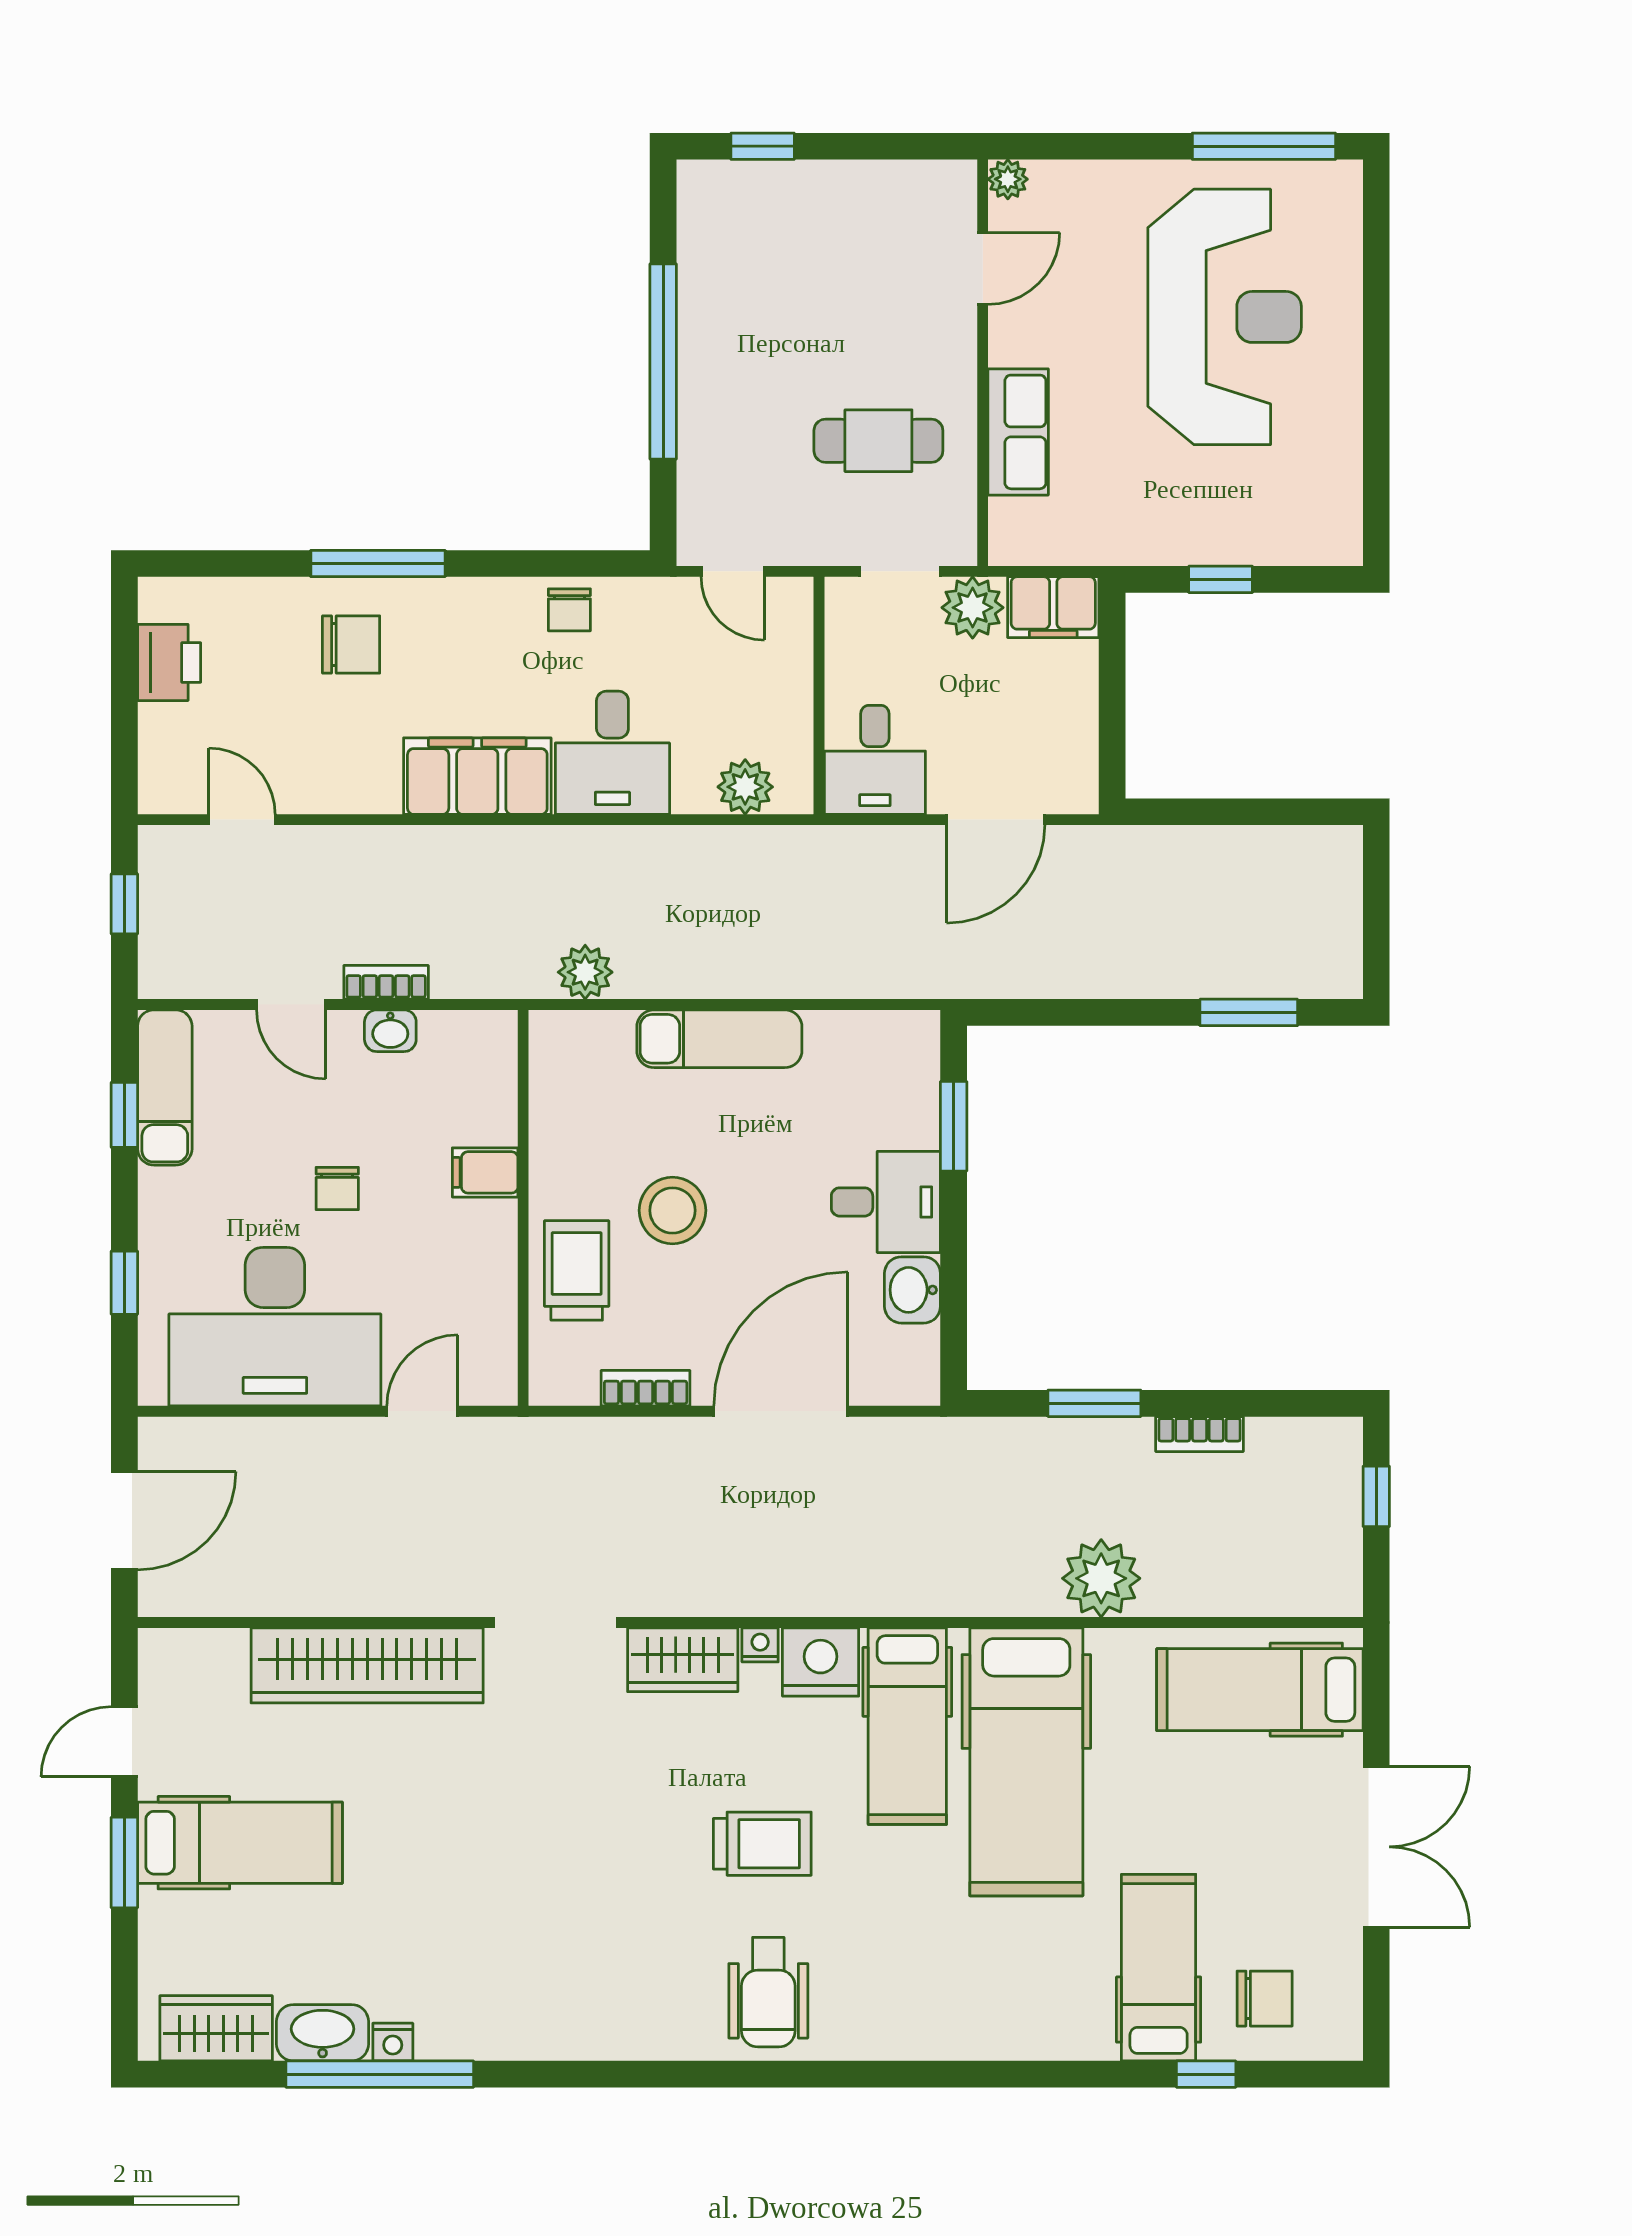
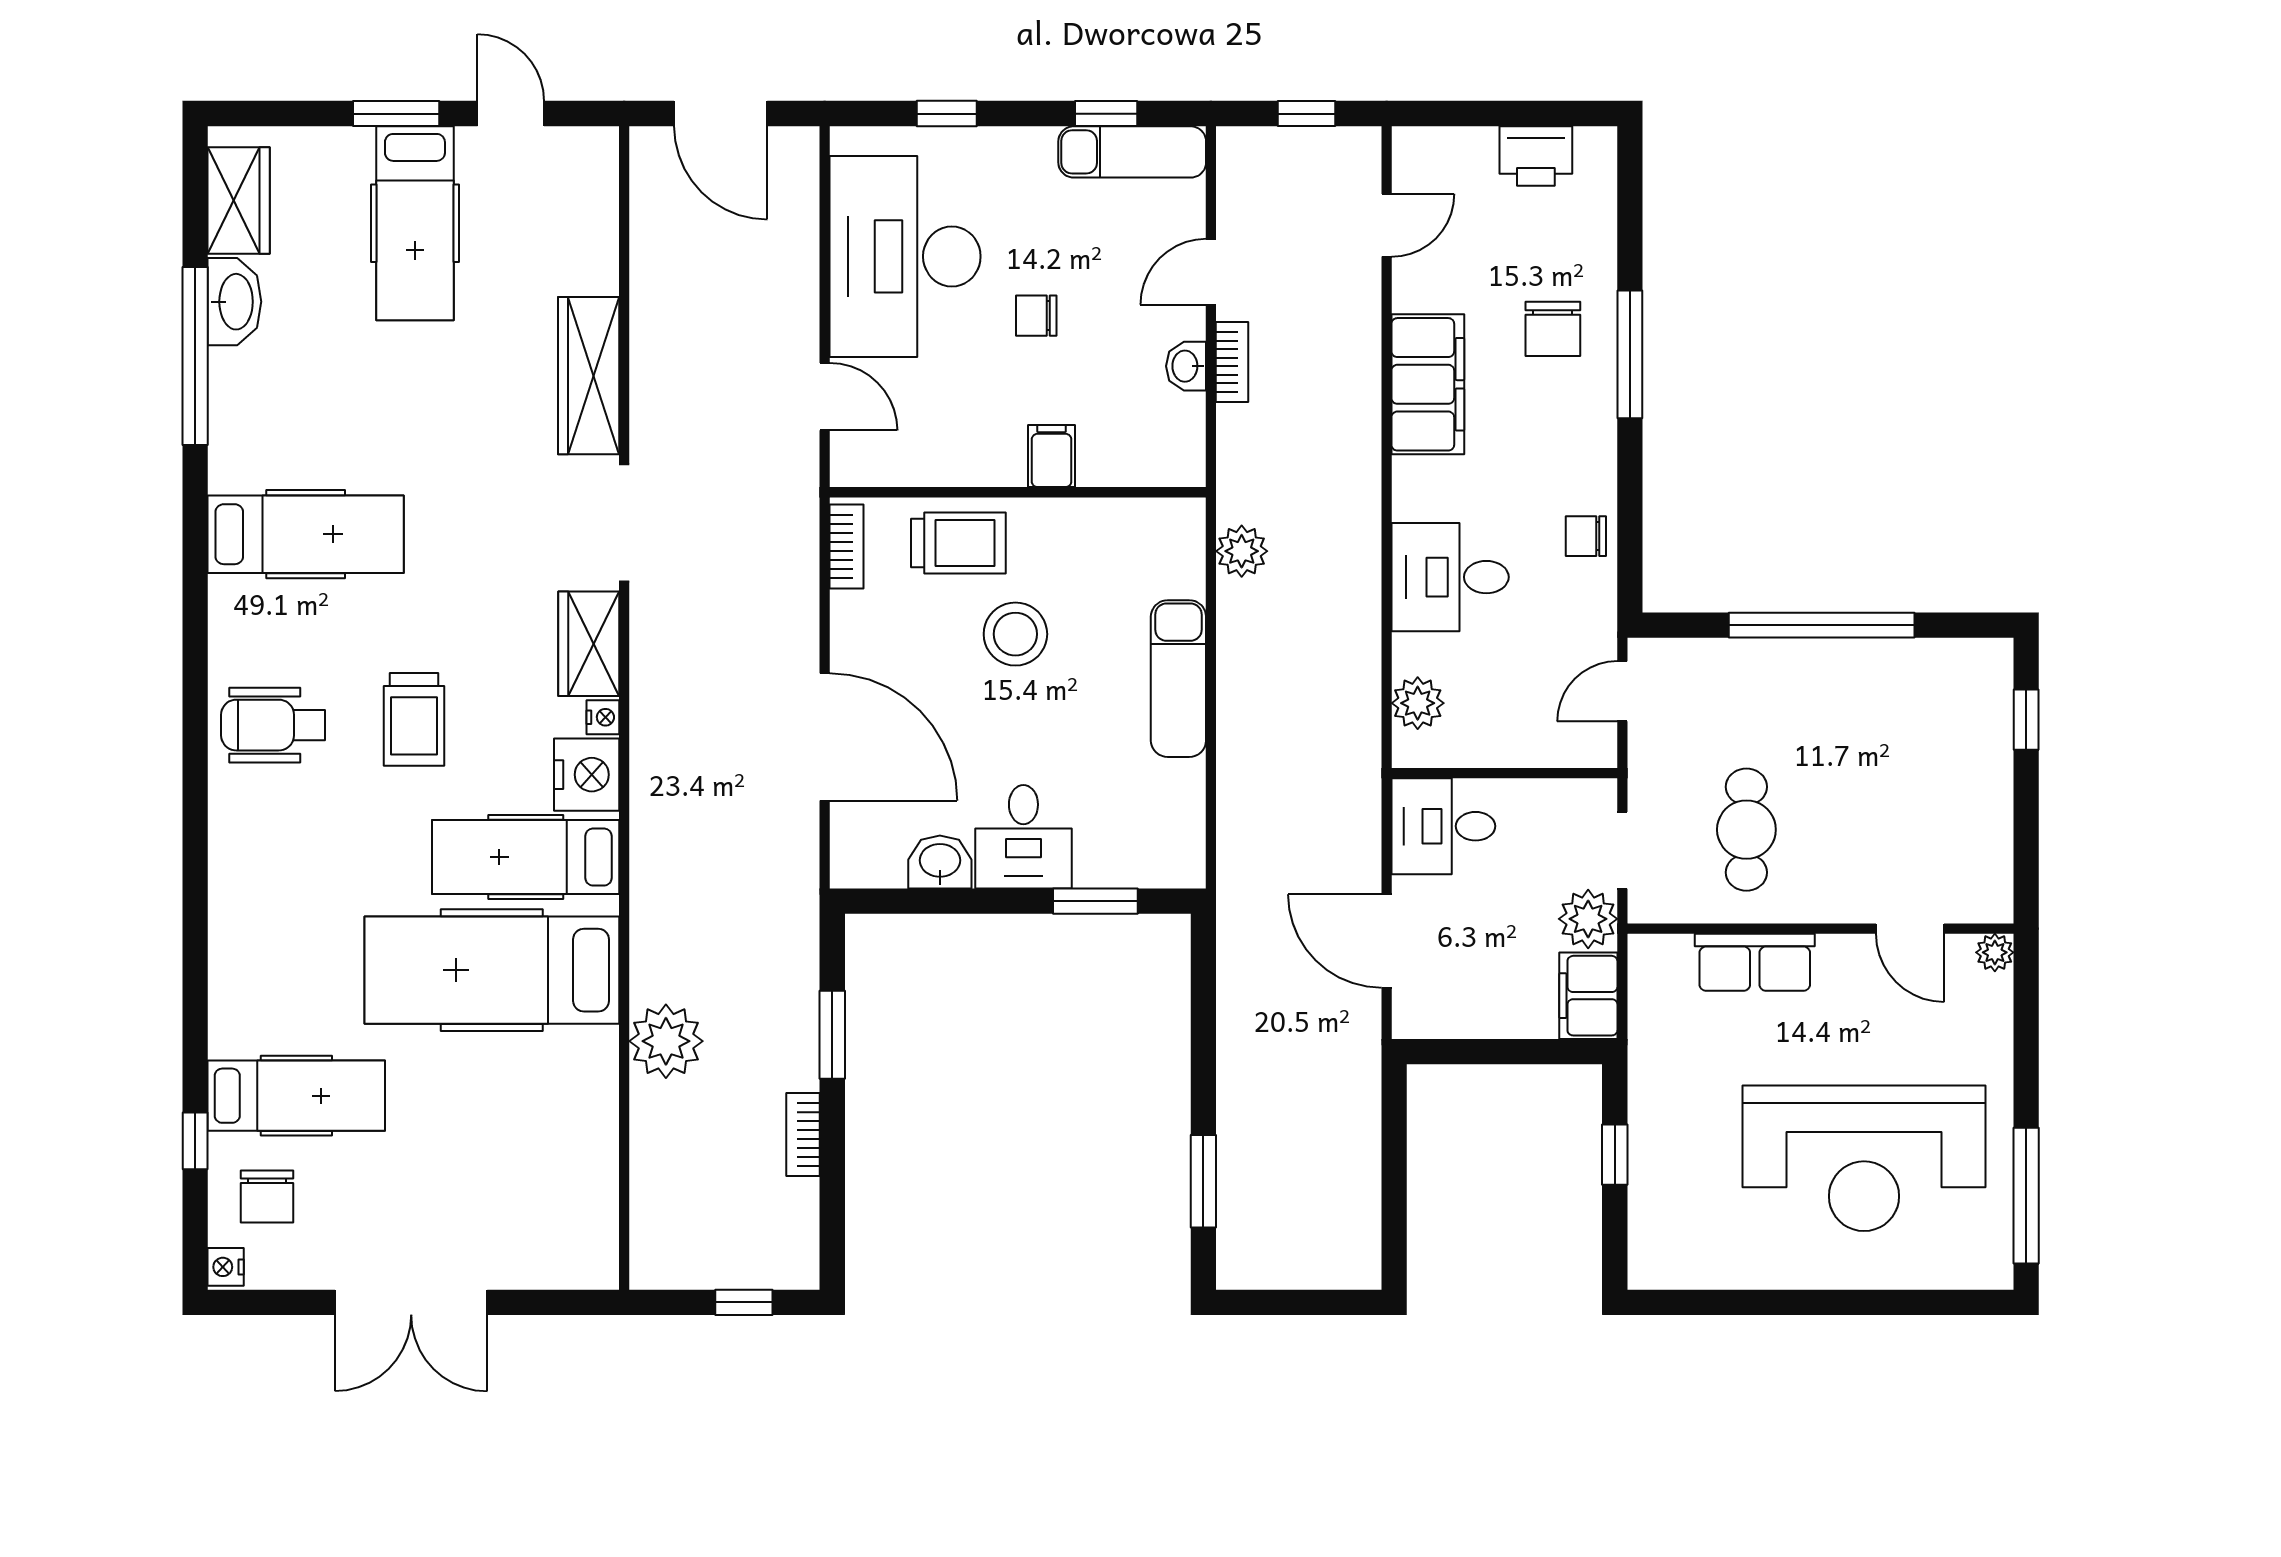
filing cabinet: (477, 776) -> (1428, 384), moved
bookcase: (646, 1388) -> (847, 547), moved
wardrobe: (367, 1665) -> (589, 376), width x0.71, depth x0.85
hospital bed: (1260, 1690) -> (306, 534), moved, turned 90
nightstand: (393, 2042) -> (226, 1267), moved

